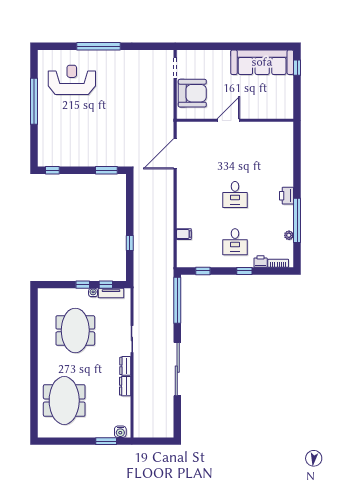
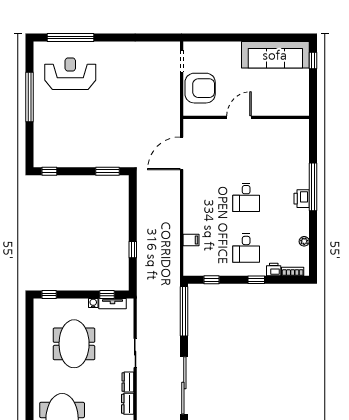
window: (99, 46) -> (70, 38), moved
window: (297, 220) -> (313, 187), moved
window: (83, 285) -> (49, 294), moved

